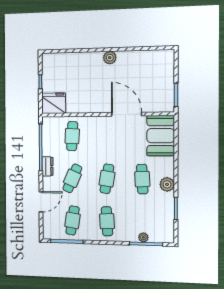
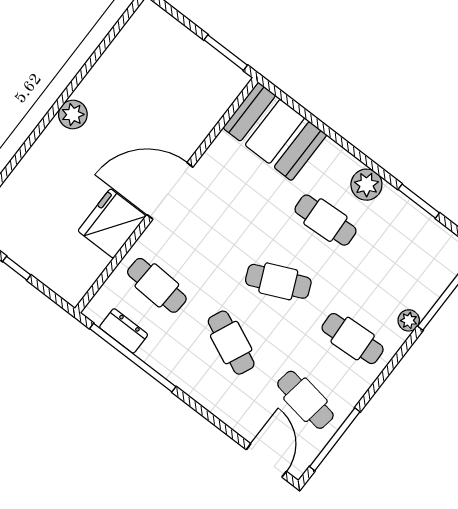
fridge: (54, 103) -> (112, 223), moved
door: (127, 114) -> (170, 191), moved
dresser: (48, 166) -> (124, 331), moved
cafe table: (107, 179) -> (278, 281), turned -33
door: (41, 202) -> (266, 460), moved
plant: (143, 237) -> (409, 320), moved

